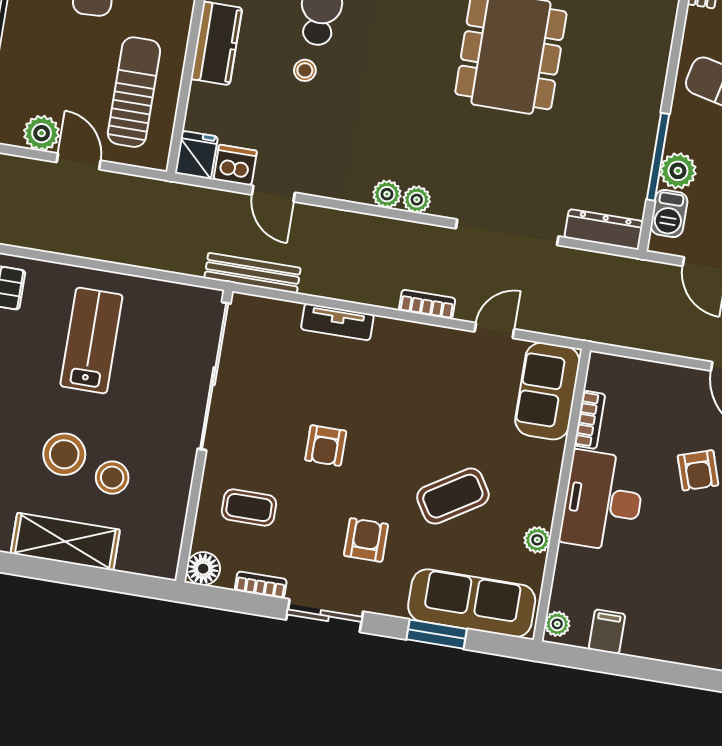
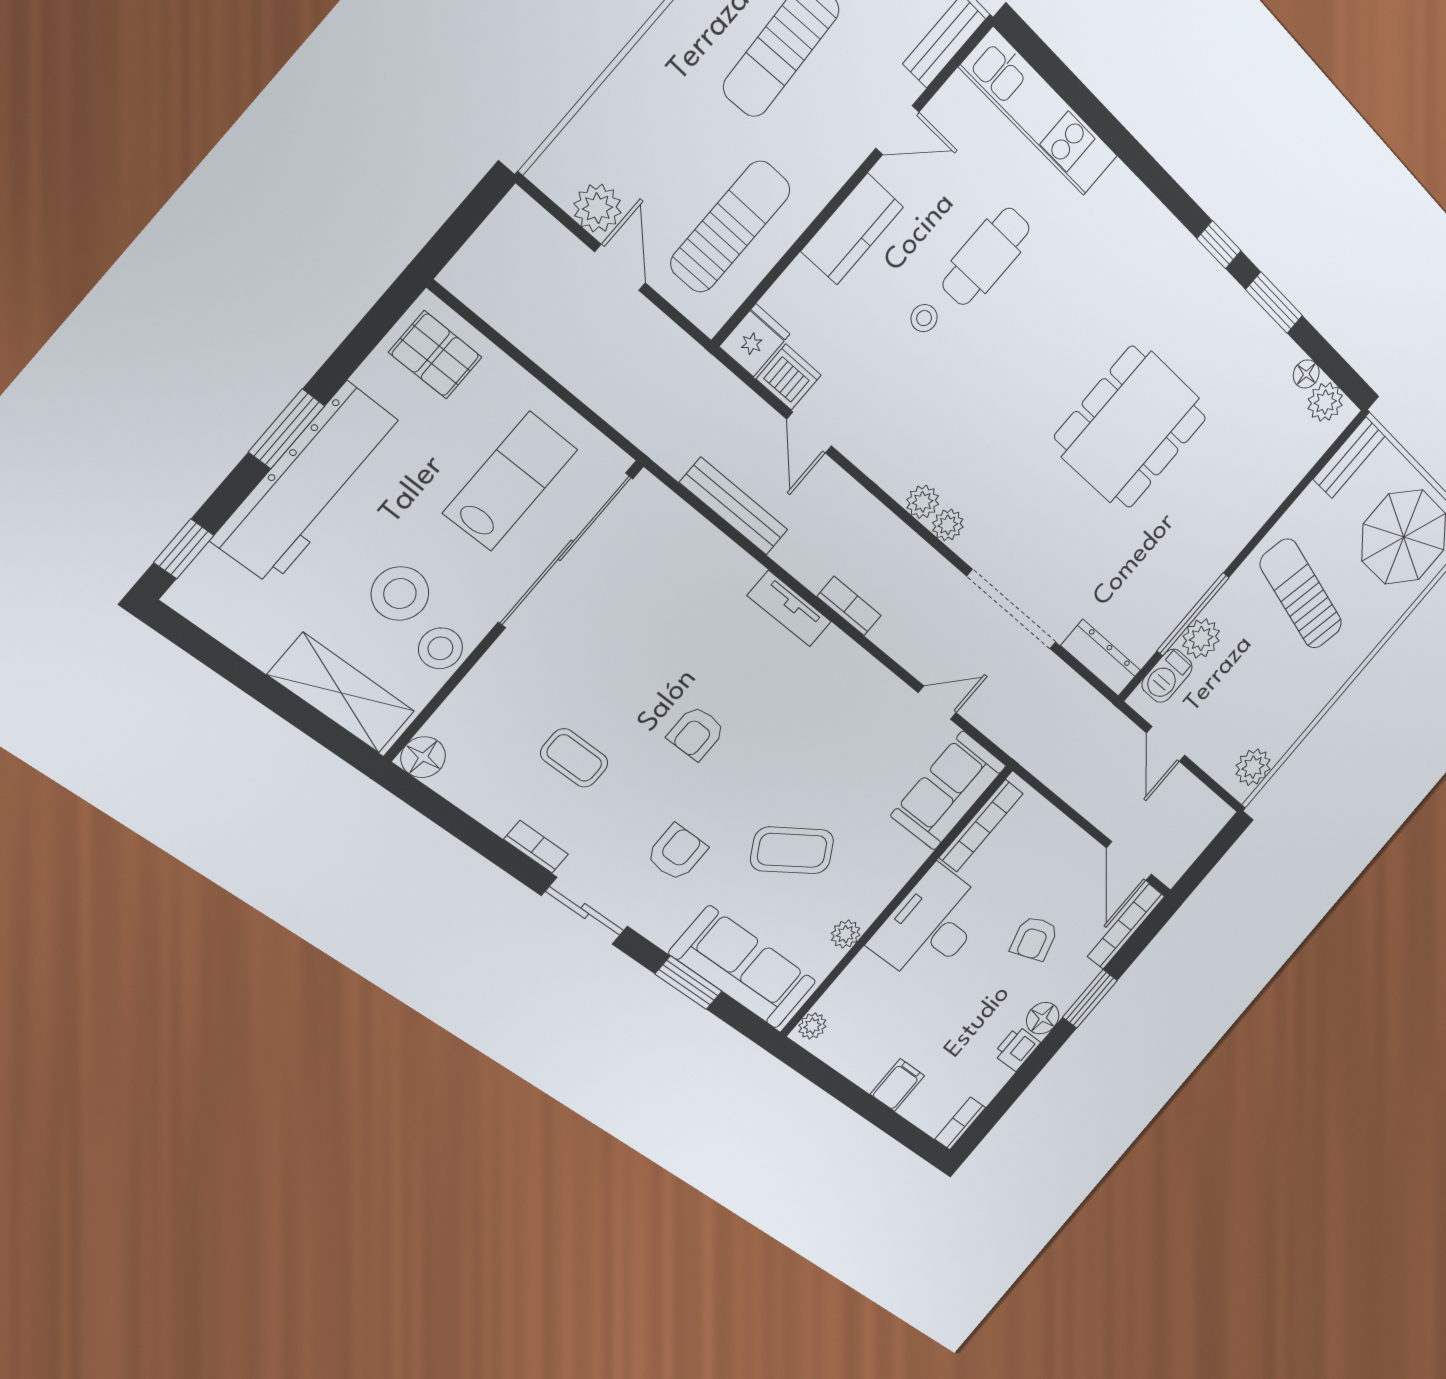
bookcase: (427, 304) -> (849, 606), moved
sliding door: (214, 376) -> (566, 550), moved
bookcase: (590, 420) -> (981, 826), width x1.56
wall: (204, 436) -> (514, 611), moved
floor lamp: (203, 569) -> (423, 757), moved
filing cabinet: (607, 632) -> (897, 1085), moved

